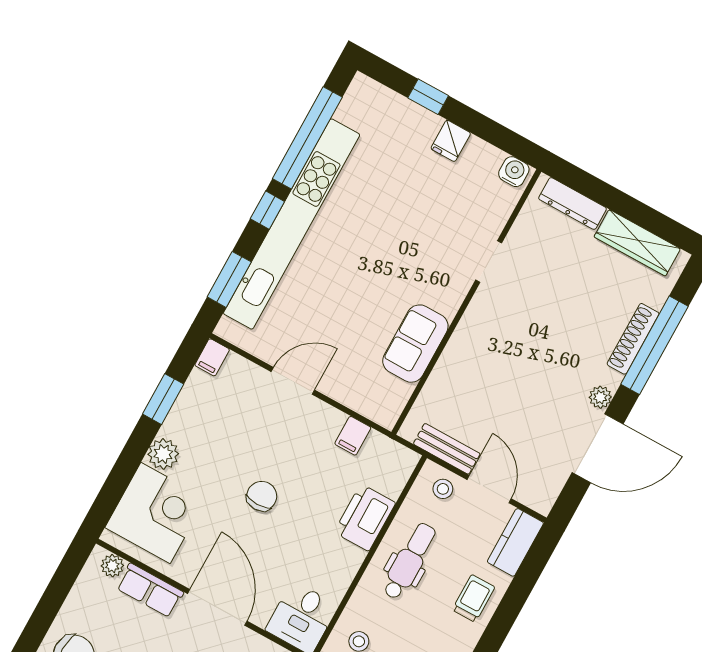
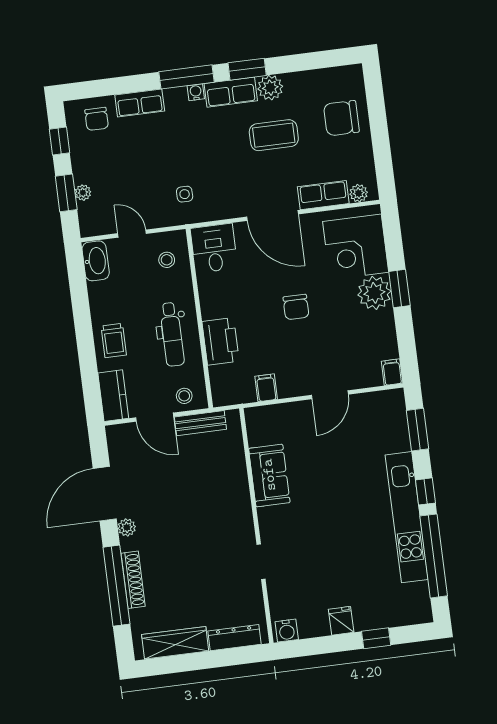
kitchen unit: (292, 224) -> (407, 517), width x0.73
window: (163, 399) -> (399, 288), moved
plant: (163, 454) -> (374, 293), width x1.36, depth x1.36

